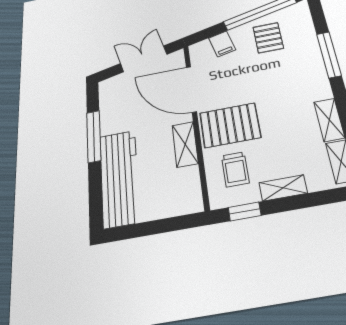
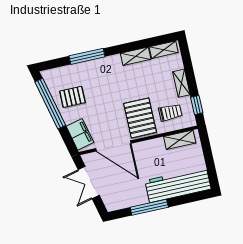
filing cabinet: (222, 44) -> (80, 134), width x2.00
door: (191, 89) -> (113, 146), hinge flipped
shelving: (185, 144) -> (180, 140), moved

